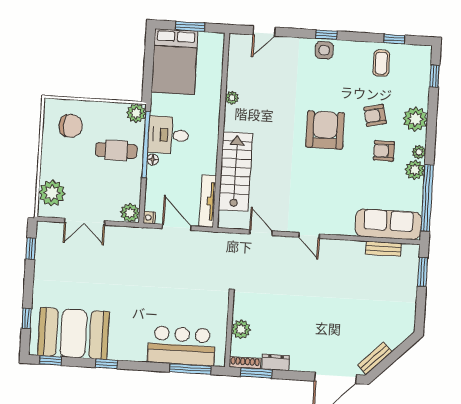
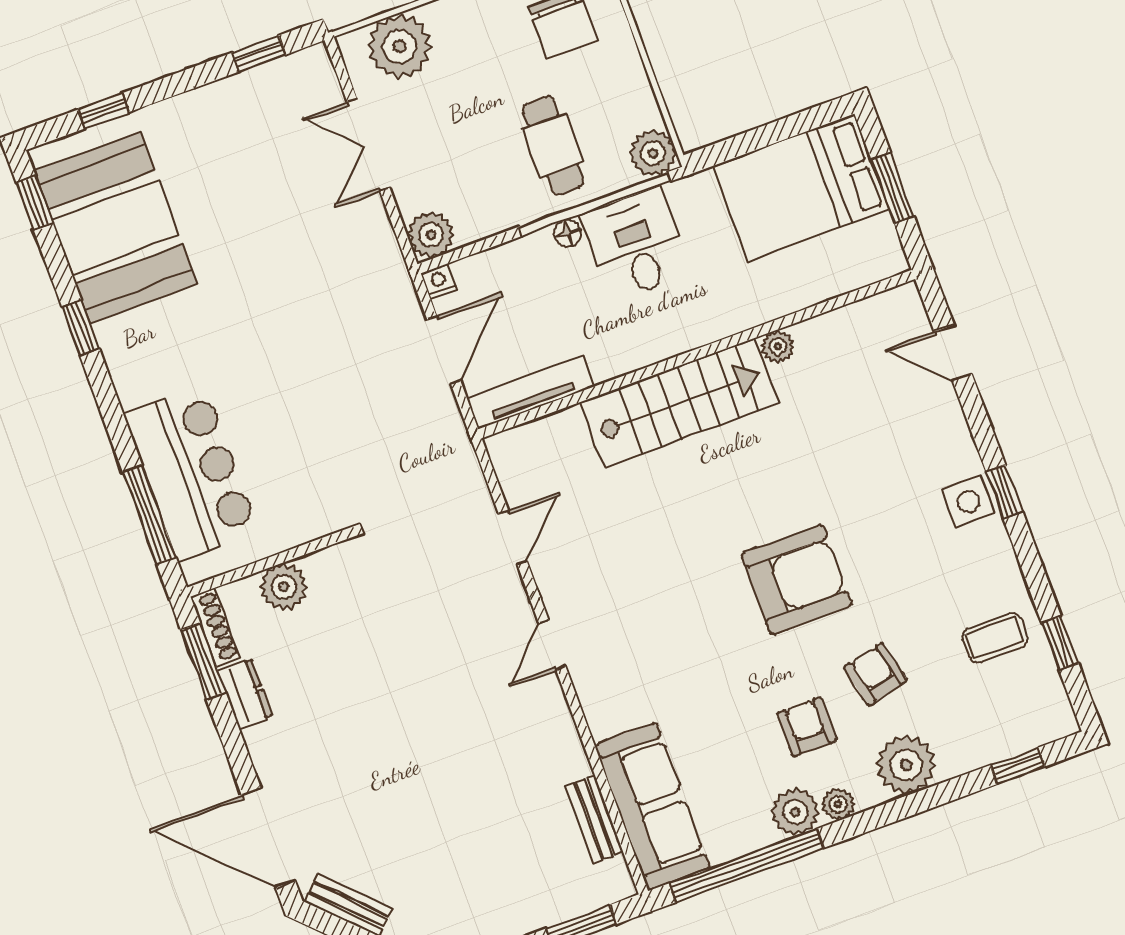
stairs: (235, 172) -> (679, 403), moved

